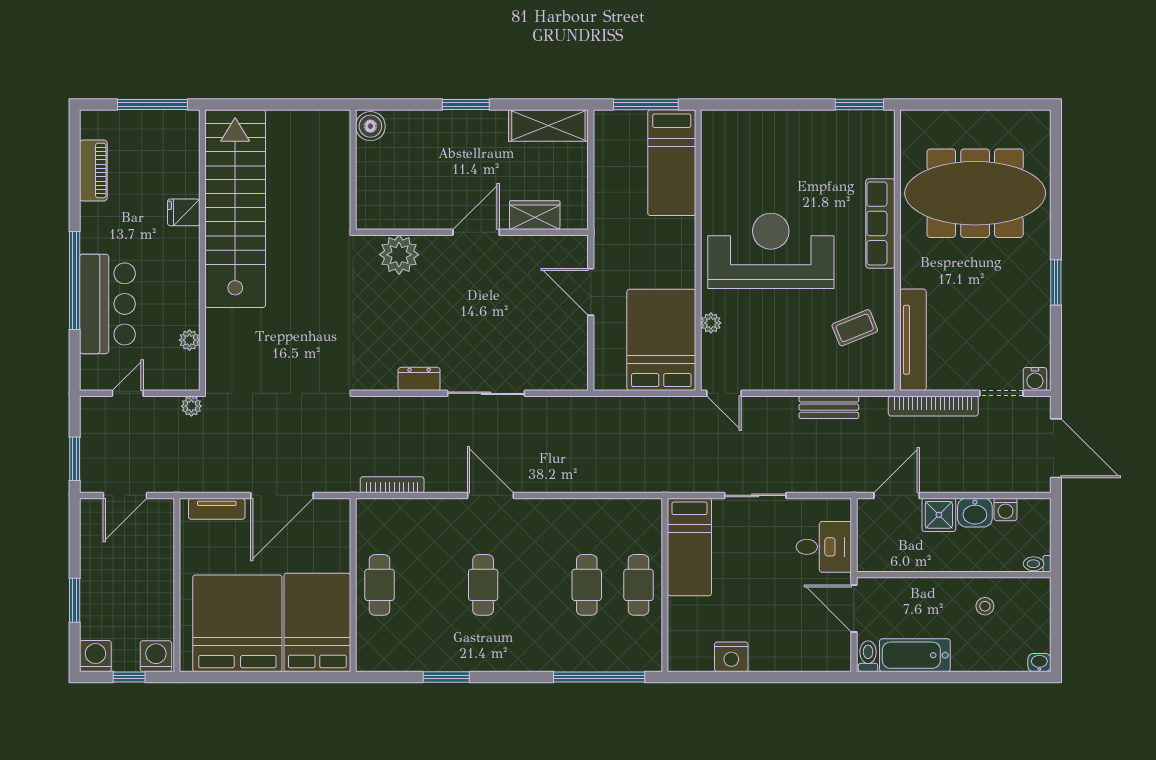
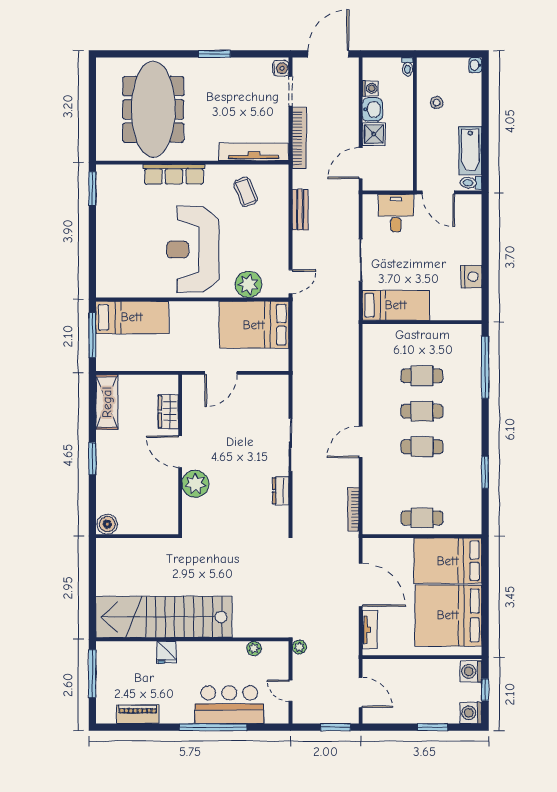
plant: (399, 255) -> (195, 484), moved
plant: (711, 323) -> (248, 284), width x1.88, depth x1.88
door: (897, 495) -> (361, 163), hinge flipped
cafe table: (639, 585) -> (422, 411), moved
door: (854, 608) -> (438, 192), hinge flipped

